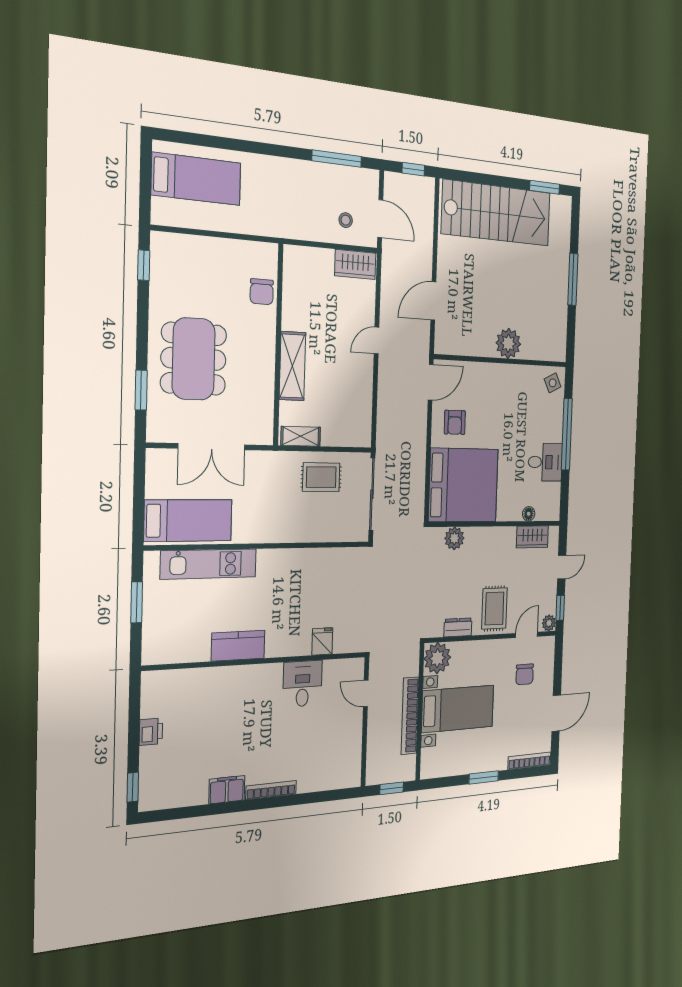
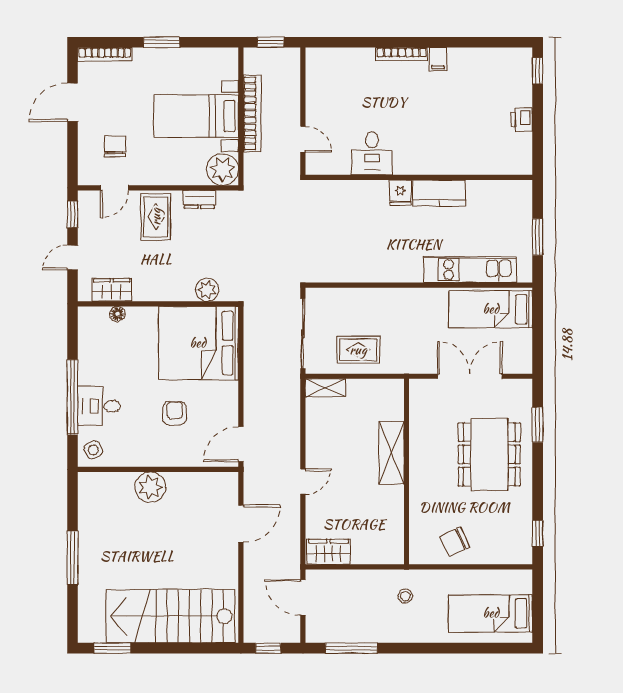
stool: (346, 220) -> (405, 596), moved
chair: (262, 292) -> (455, 542), moved, turned -115
armchair: (455, 422) -> (174, 413), moved
shelving: (301, 436) -> (325, 388), moved
desk: (545, 462) -> (99, 406), moved
plant: (549, 623) -> (86, 199), removed
fridge: (322, 641) -> (400, 193), moved
filing cabinet: (227, 790) -> (438, 59), width x0.50

